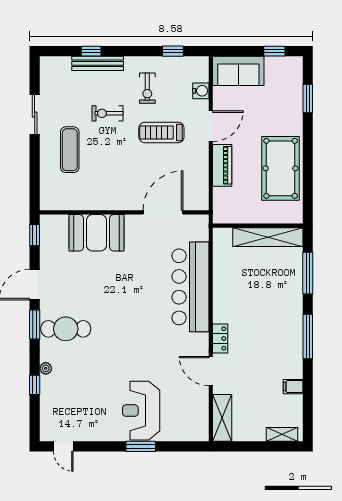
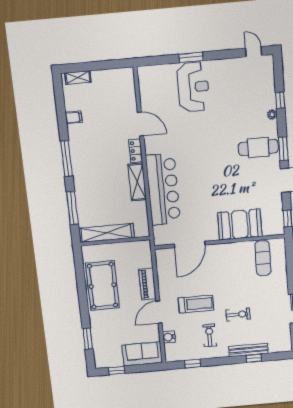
exercise mat: (70, 150) -> (263, 258), moved
shelving: (222, 418) -> (137, 182), moved

